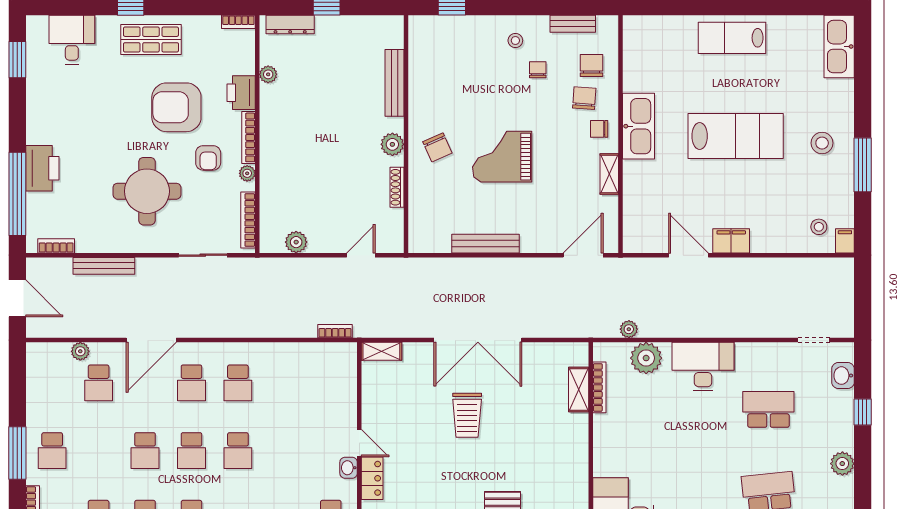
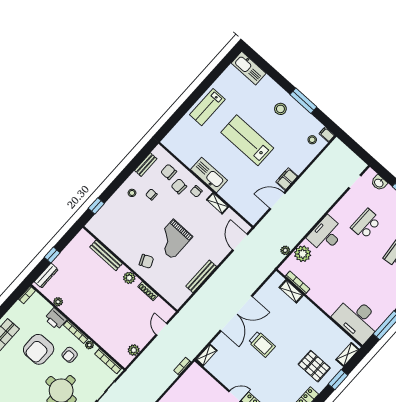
lab bench: (736, 136) -> (247, 140), turned -90
armchair: (208, 158) -> (70, 355), turned 90

